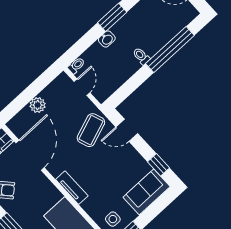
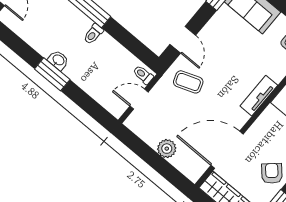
washbasin: (107, 39) -> (58, 60), moved
toilet: (76, 65) -> (143, 75), moved
coffee table: (91, 130) -> (188, 82), width x0.73, depth x0.77

